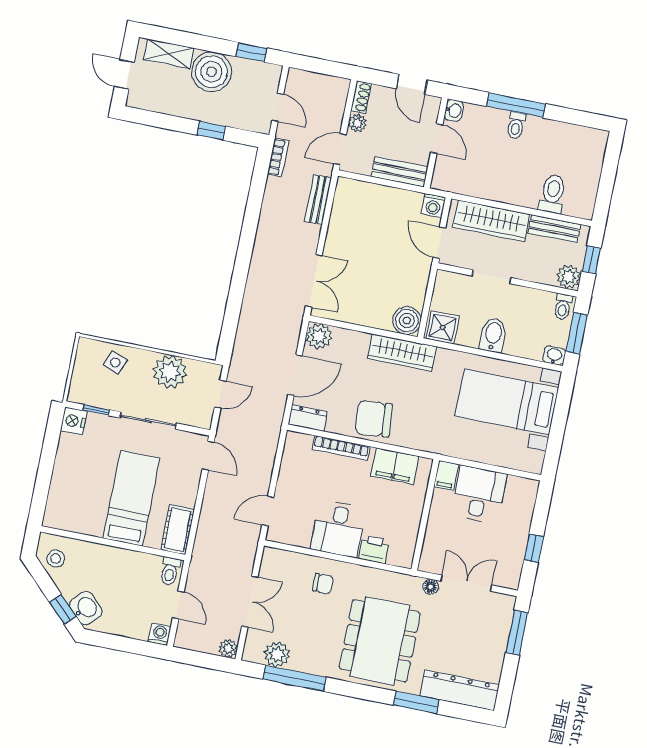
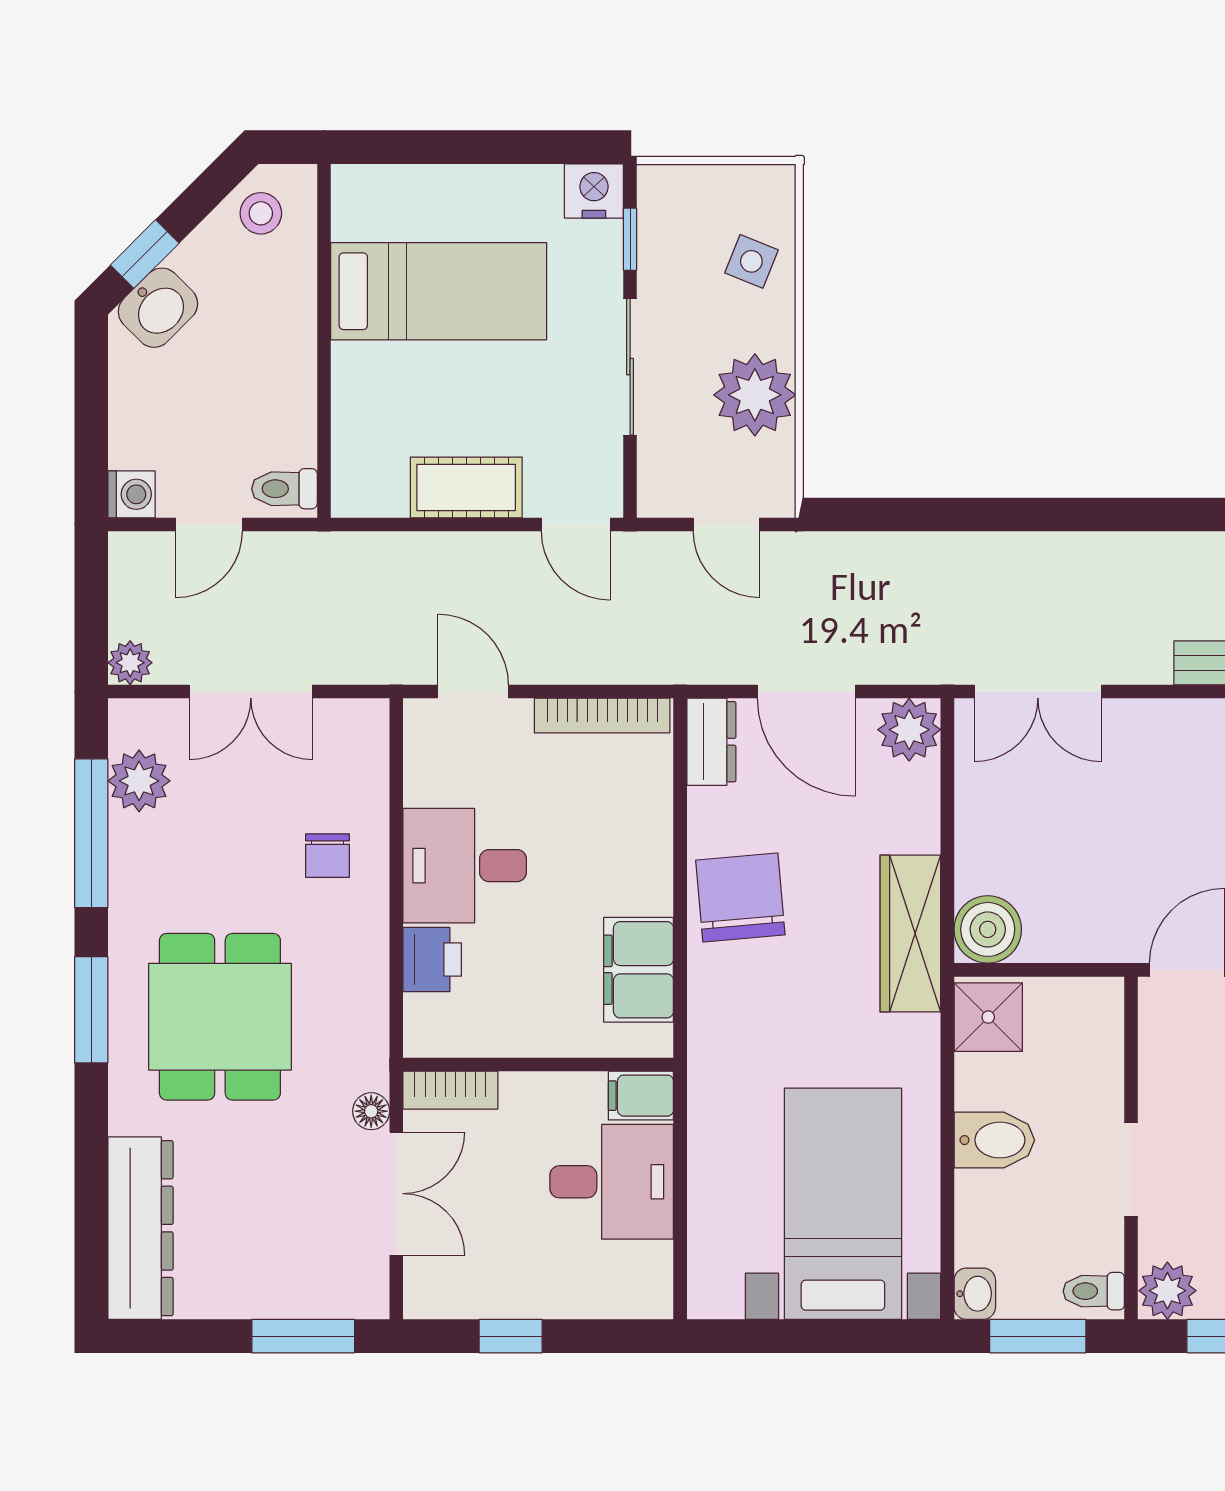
doorway: (492, 277) -> (1131, 1169), moved
bookcase: (341, 448) -> (602, 716), moved, turned -90
door: (208, 456) -> (576, 525), hinge flipped
bed: (131, 498) -> (439, 291), moved
cot: (178, 530) -> (466, 487), moved
bookcase: (429, 553) -> (450, 1090), added
dining table: (380, 641) -> (220, 1017), width x0.73
window: (416, 702) -> (91, 1010), moved

